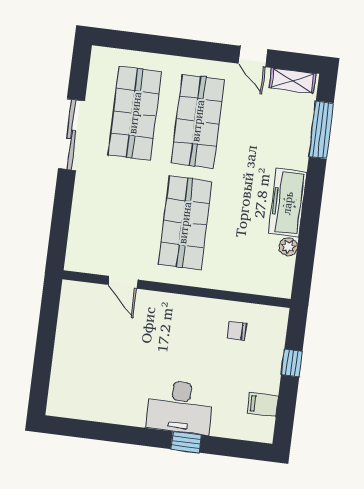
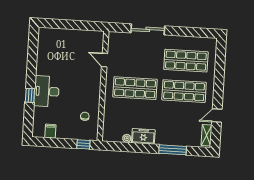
window: (321, 130) -> (173, 150), moved
sliding door: (71, 135) -> (148, 29), moved
freezer: (288, 203) -> (143, 136), width x0.71
door: (123, 282) -> (105, 60), hinge flipped
window: (292, 363) -> (83, 144), moved

